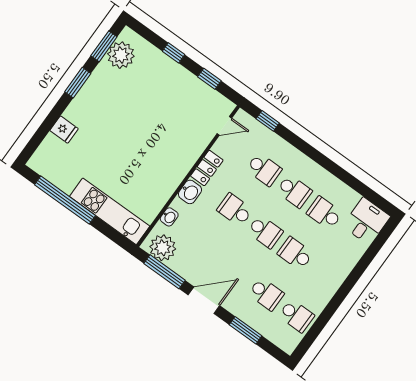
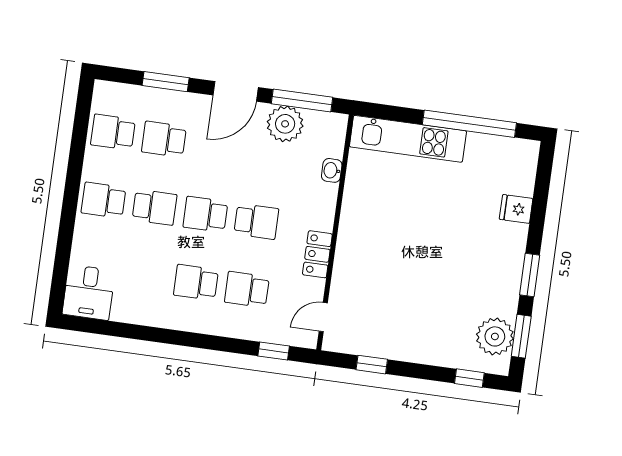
window: (173, 53) -> (469, 378), moved
washbasin: (190, 192) -> (322, 214), removed
school desk: (324, 213) -> (104, 200), moved, turned 180
plant: (163, 248) -> (285, 124), moved

